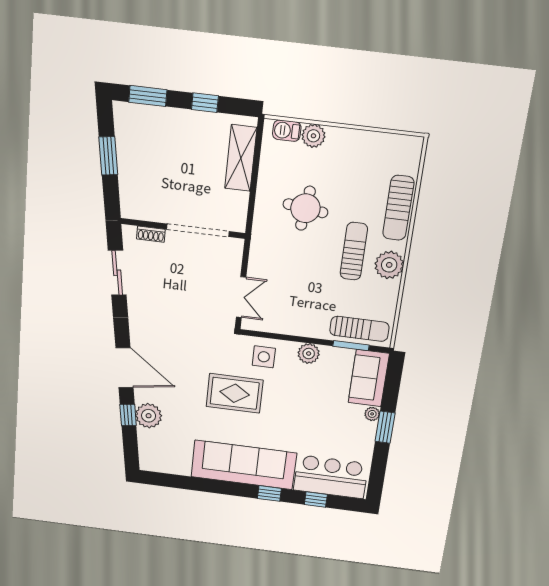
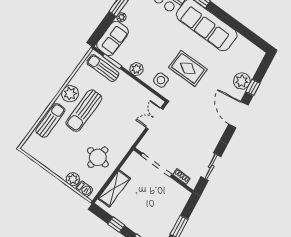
round table: (305, 208) -> (98, 157), moved
sun lounger: (354, 251) -> (84, 111), width x1.36, depth x1.34

